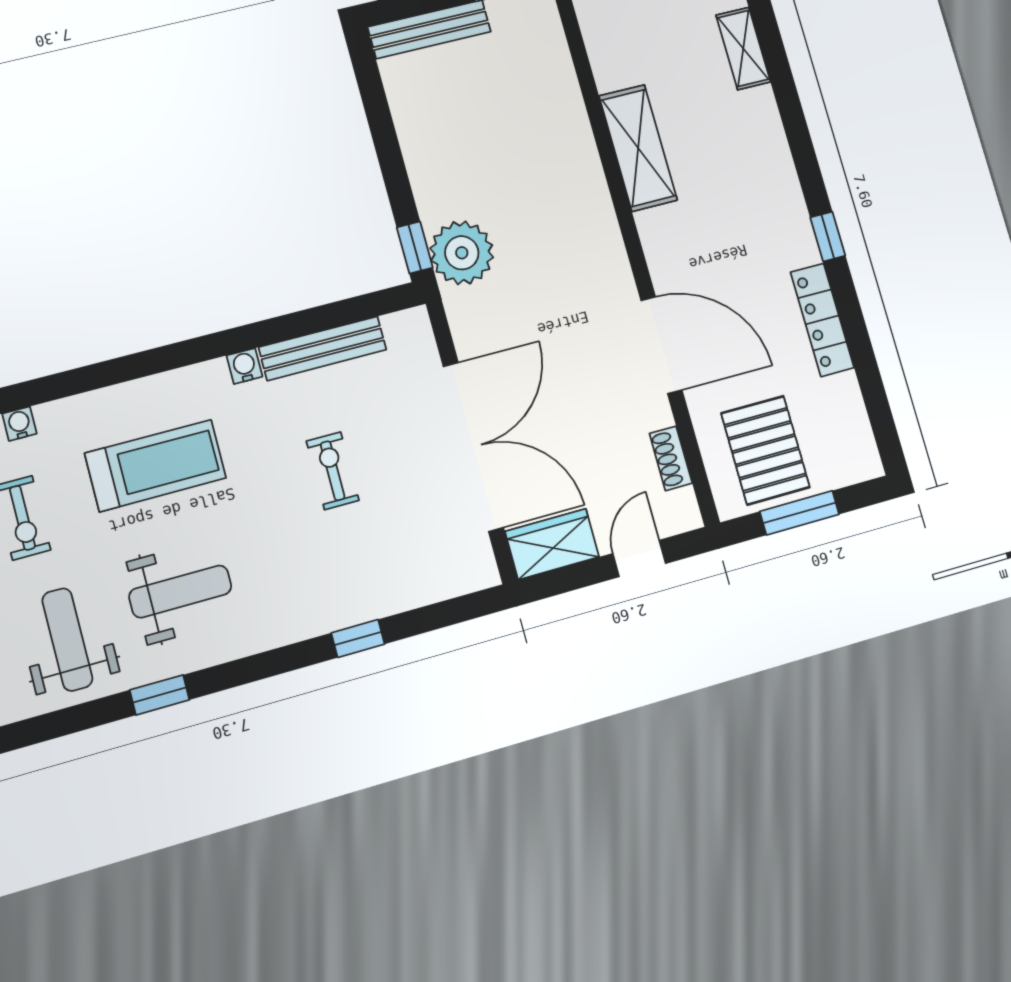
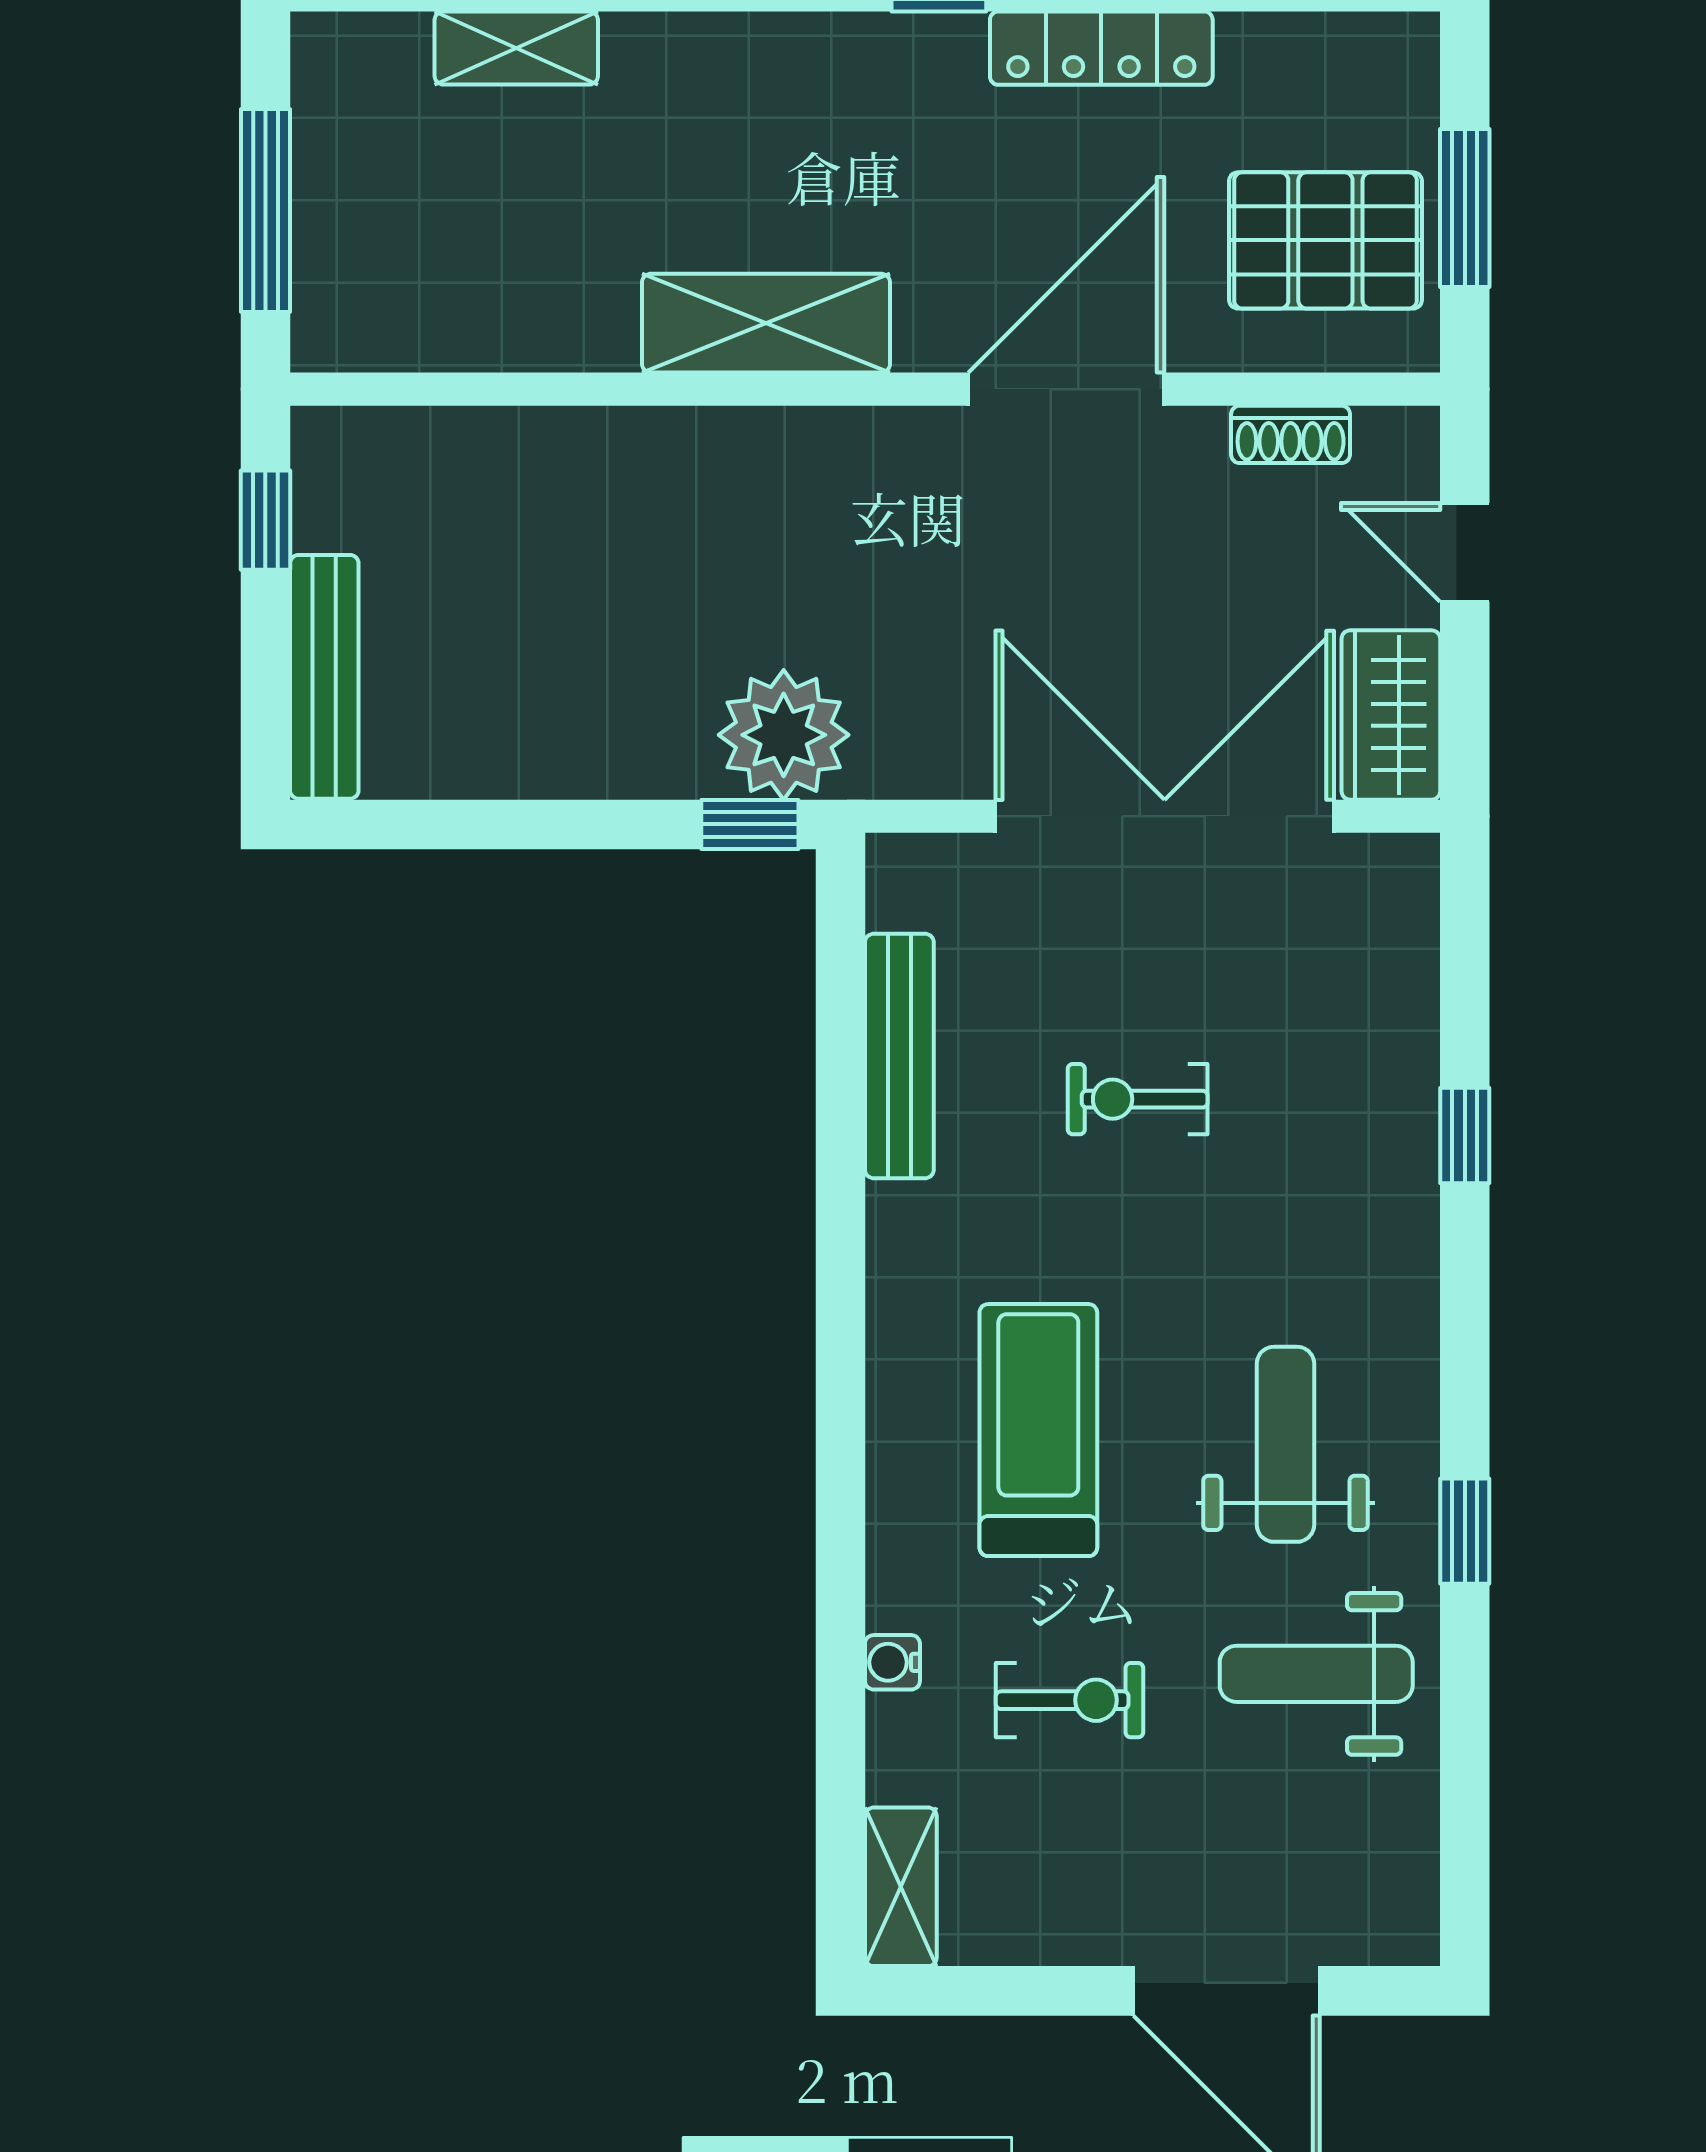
shelving: (638, 148) -> (766, 323), moved
water cooler: (244, 366) -> (894, 1214), removed

